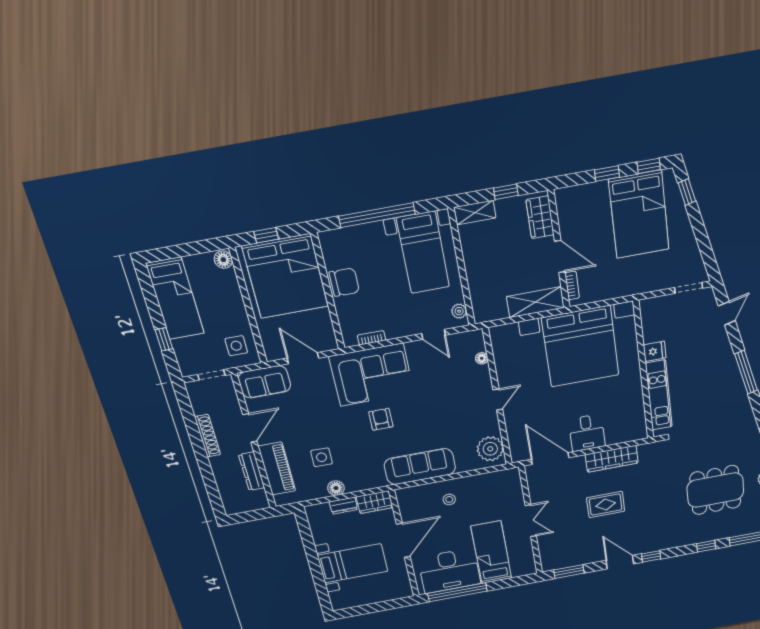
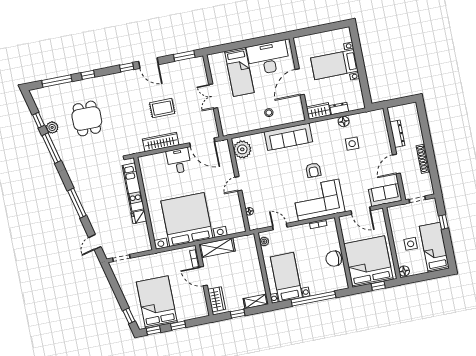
side table: (236, 346) -> (411, 244), moved
piano: (277, 469) -> (381, 136), removed
dining table: (715, 490) -> (87, 118), width x0.73
window: (457, 592) -> (262, 40), removed

